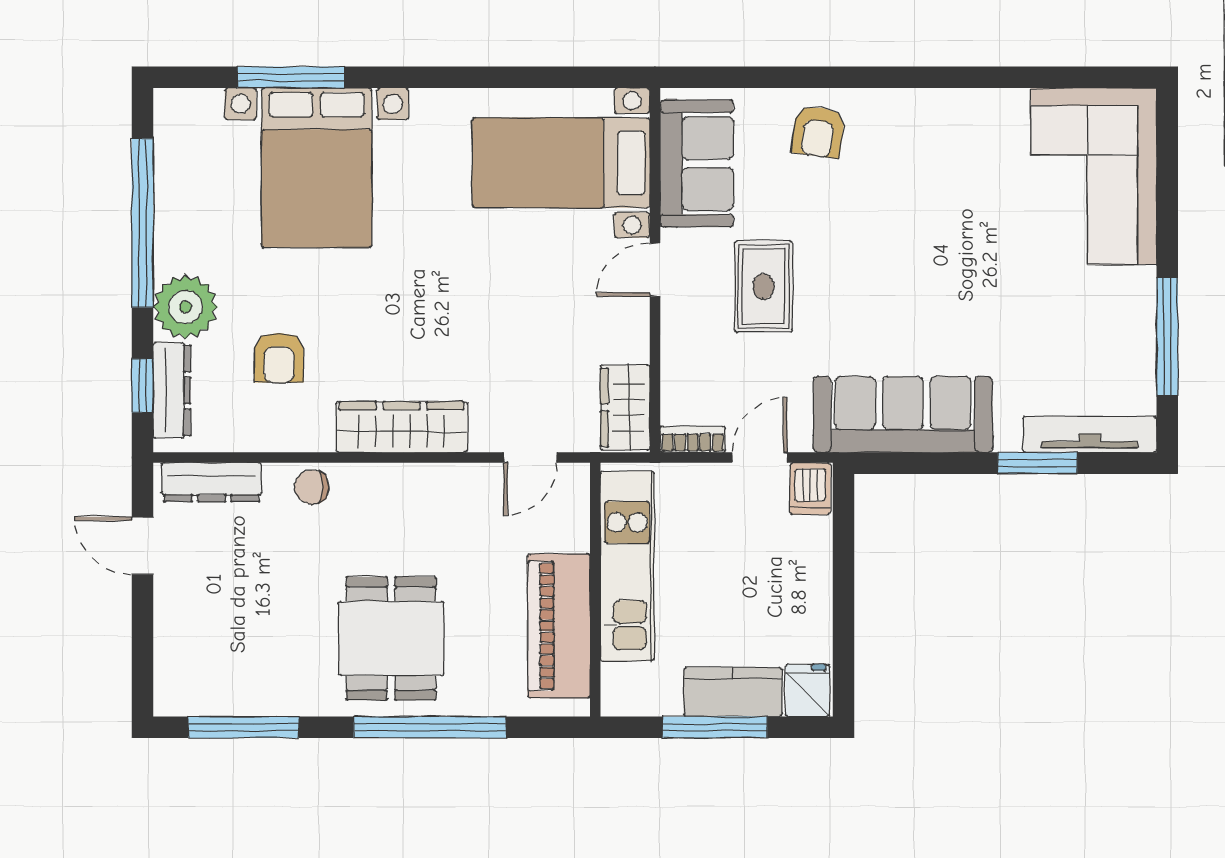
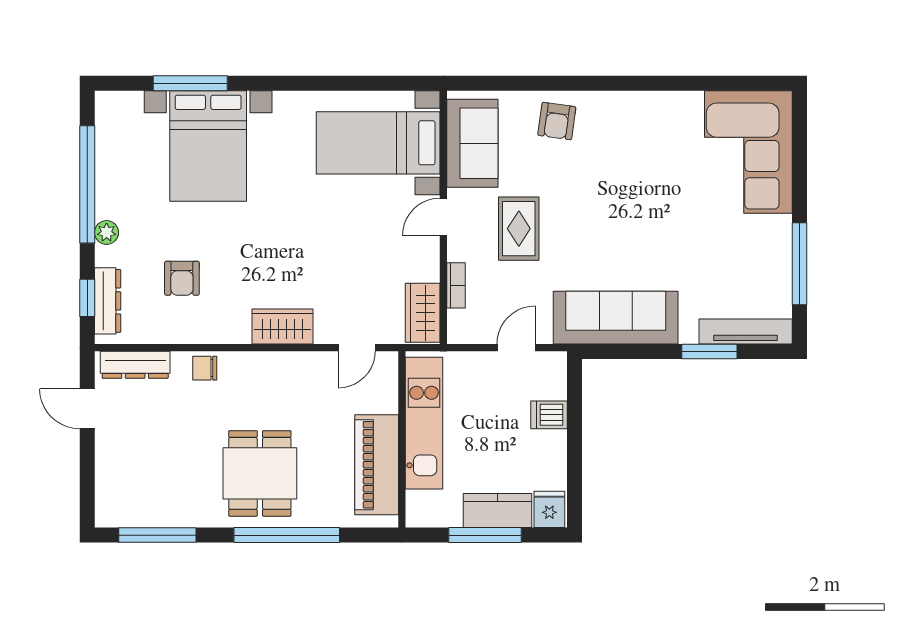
plant: (185, 307) -> (107, 232), width x0.53, depth x0.53
wardrobe: (402, 427) -> (282, 326), width x0.67
bookcase: (693, 439) -> (456, 285), moved, turned 90
dishwasher: (810, 489) -> (549, 415), moved, turned 90

